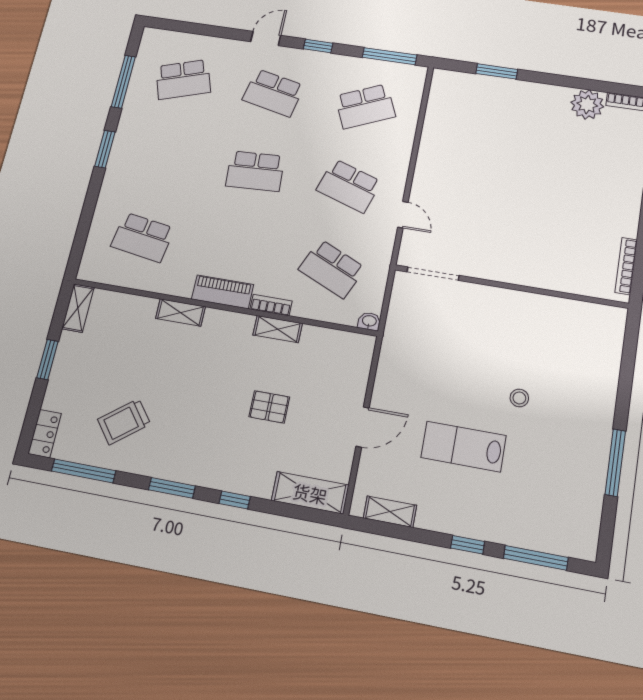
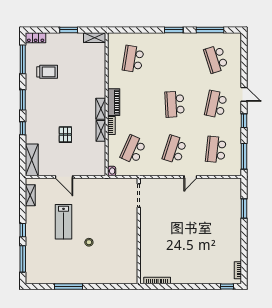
plant: (587, 104) -> (234, 253), removed
school desk: (365, 106) -> (216, 149), turned 30
door: (403, 215) -> (190, 177), moved
shelving: (181, 312) -> (101, 109), moved
trolley: (124, 422) -> (47, 72), turned 128
lab bench: (463, 447) -> (64, 222), turned 180

